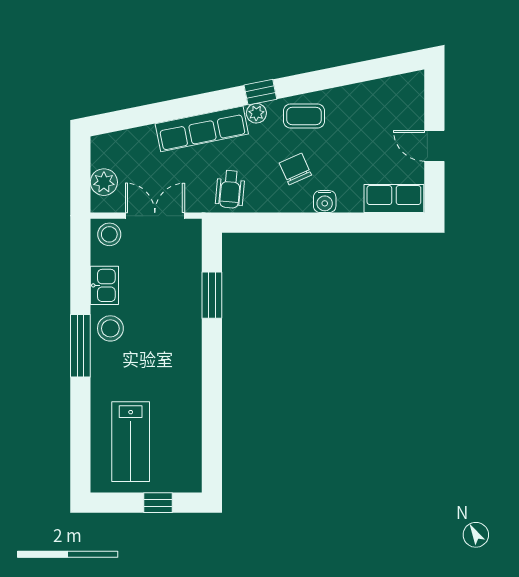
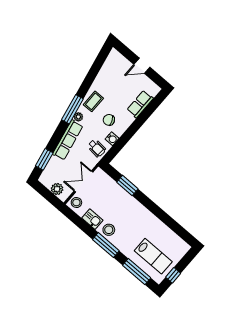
window: (260, 92) -> (72, 109), width x2.17
window: (135, 117) -> (44, 159), added
row of seats: (394, 198) -> (140, 104), moved
water cooler: (325, 202) -> (112, 139), moved
window: (80, 436) -> (137, 272), added
window: (158, 503) -> (173, 275), moved

